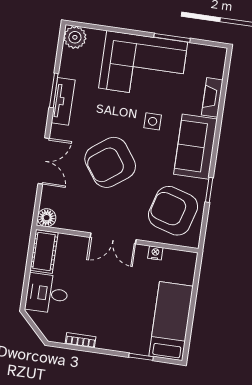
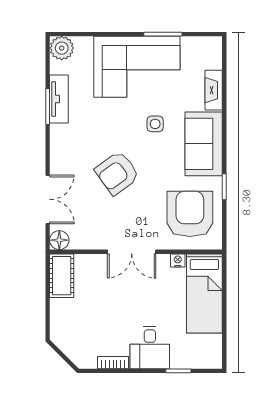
tv unit: (63, 101) -> (59, 99), moved
double door: (44, 161) -> (48, 199), moved
armchair: (110, 162) -> (117, 173), width x0.73, depth x0.73
armchair: (173, 211) -> (190, 214), turned 74
desk: (47, 293) -> (150, 348), moved, turned -90
bed: (171, 321) -> (204, 293), moved, turned 180

